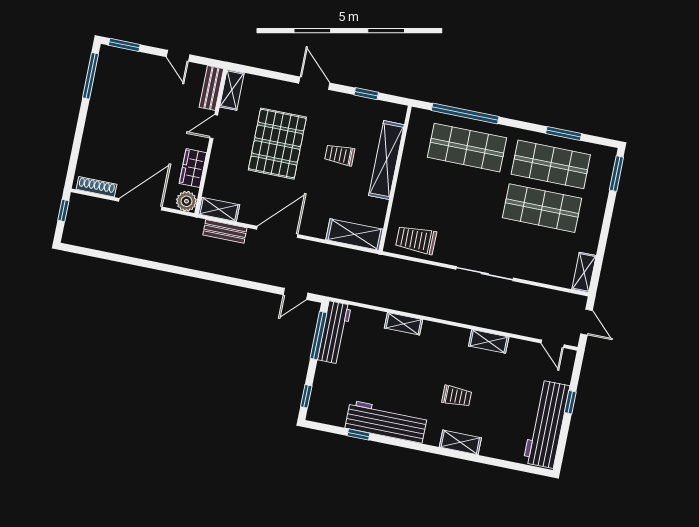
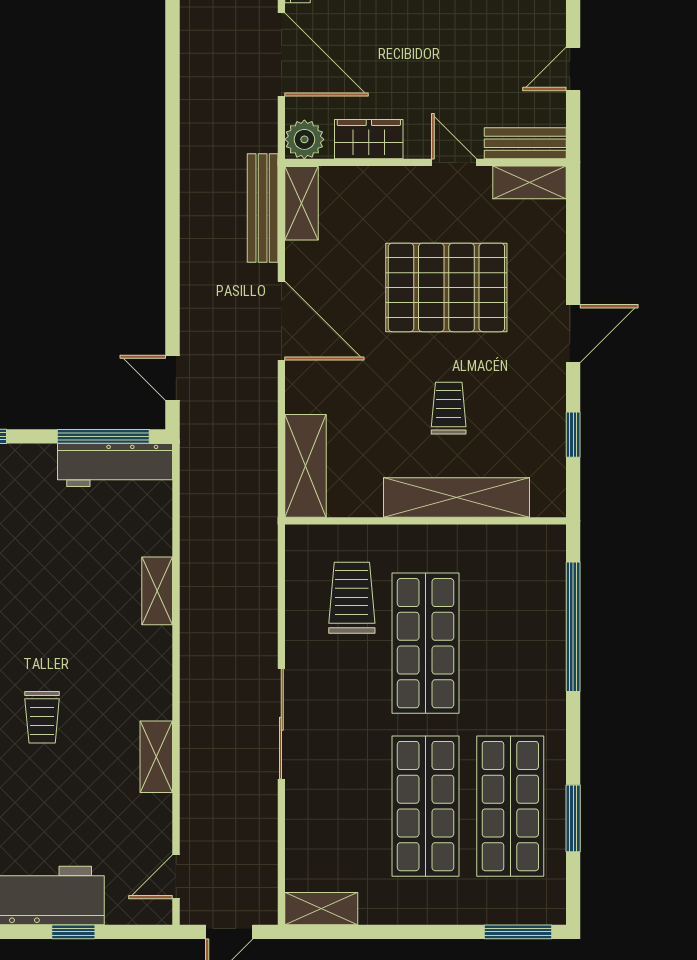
shop shelf: (467, 148) -> (426, 643), moved
bench: (225, 231) -> (263, 208), width x1.36
trolley: (416, 240) -> (352, 598), moved

